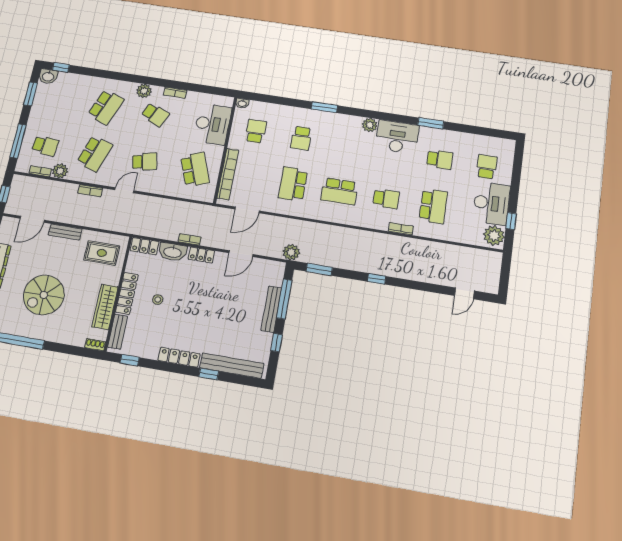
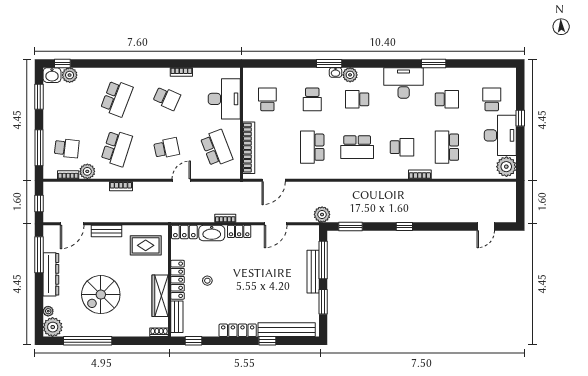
plant: (144, 91) -> (70, 75), moved
washbasin: (242, 103) -> (336, 72), moved
plant: (370, 125) -> (350, 75), moved
school desk: (347, 145) -> (357, 99), added
door: (124, 190) -> (181, 180), moved
school desk: (433, 206) -> (447, 147), turned 180
window: (511, 221) -> (520, 118), moved
window: (276, 343) -> (323, 302), width x1.50

